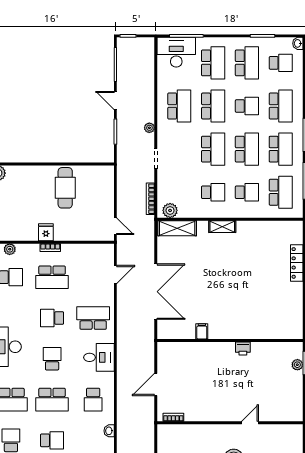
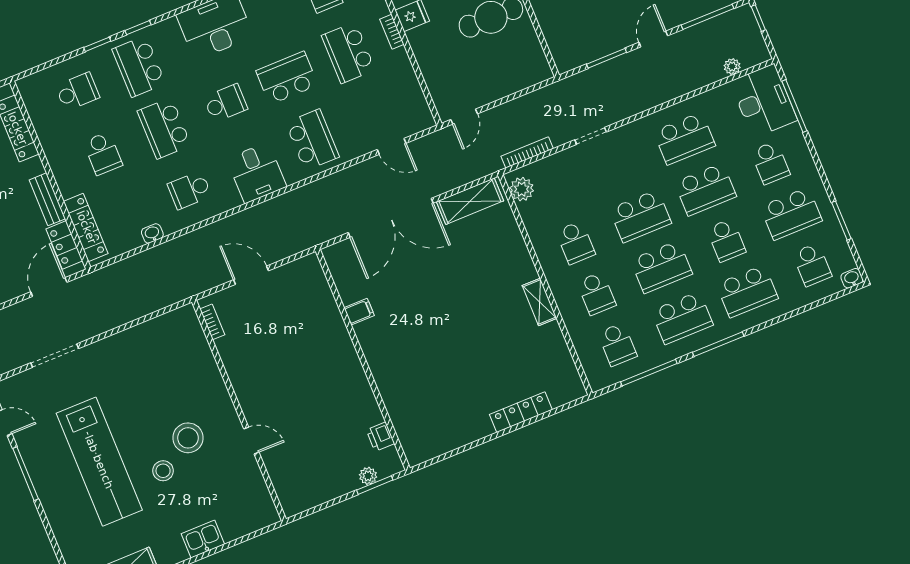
school desk: (213, 63) -> (770, 163), width x0.54
plant: (149, 128) -> (732, 66), moved
school desk: (281, 192) -> (617, 344), width x0.54
shelving: (222, 227) -> (539, 302), moved
shelving: (177, 228) -> (470, 201), moved, turned 90
school desk: (52, 318) -> (287, 78), width x1.85
printer: (243, 349) -> (380, 437), moved

